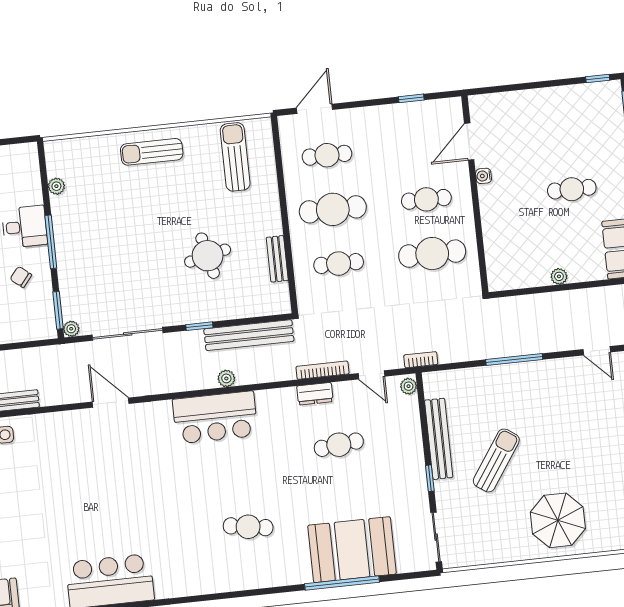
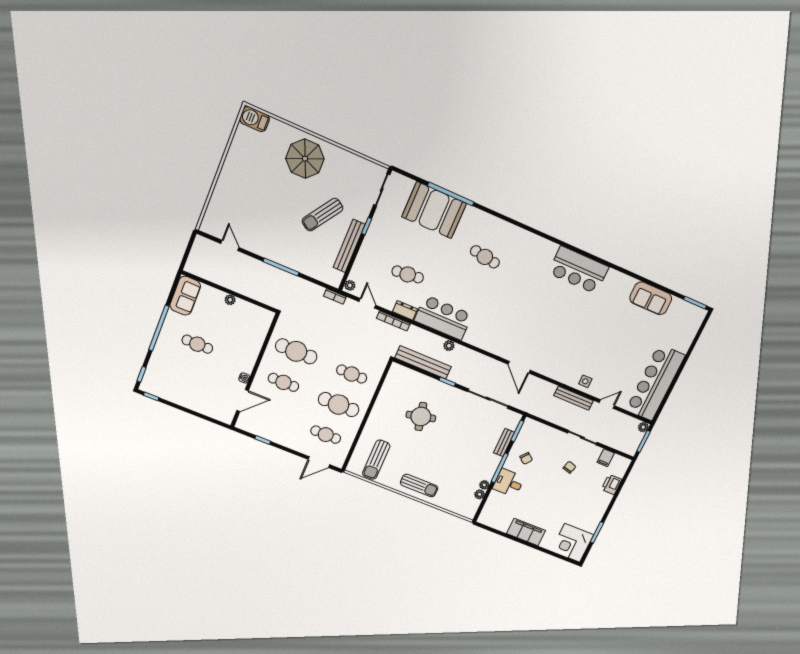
bench: (277, 259) -> (504, 442), moved
plant: (71, 329) -> (484, 485), moved
bar counter: (215, 417) -> (443, 318), moved

